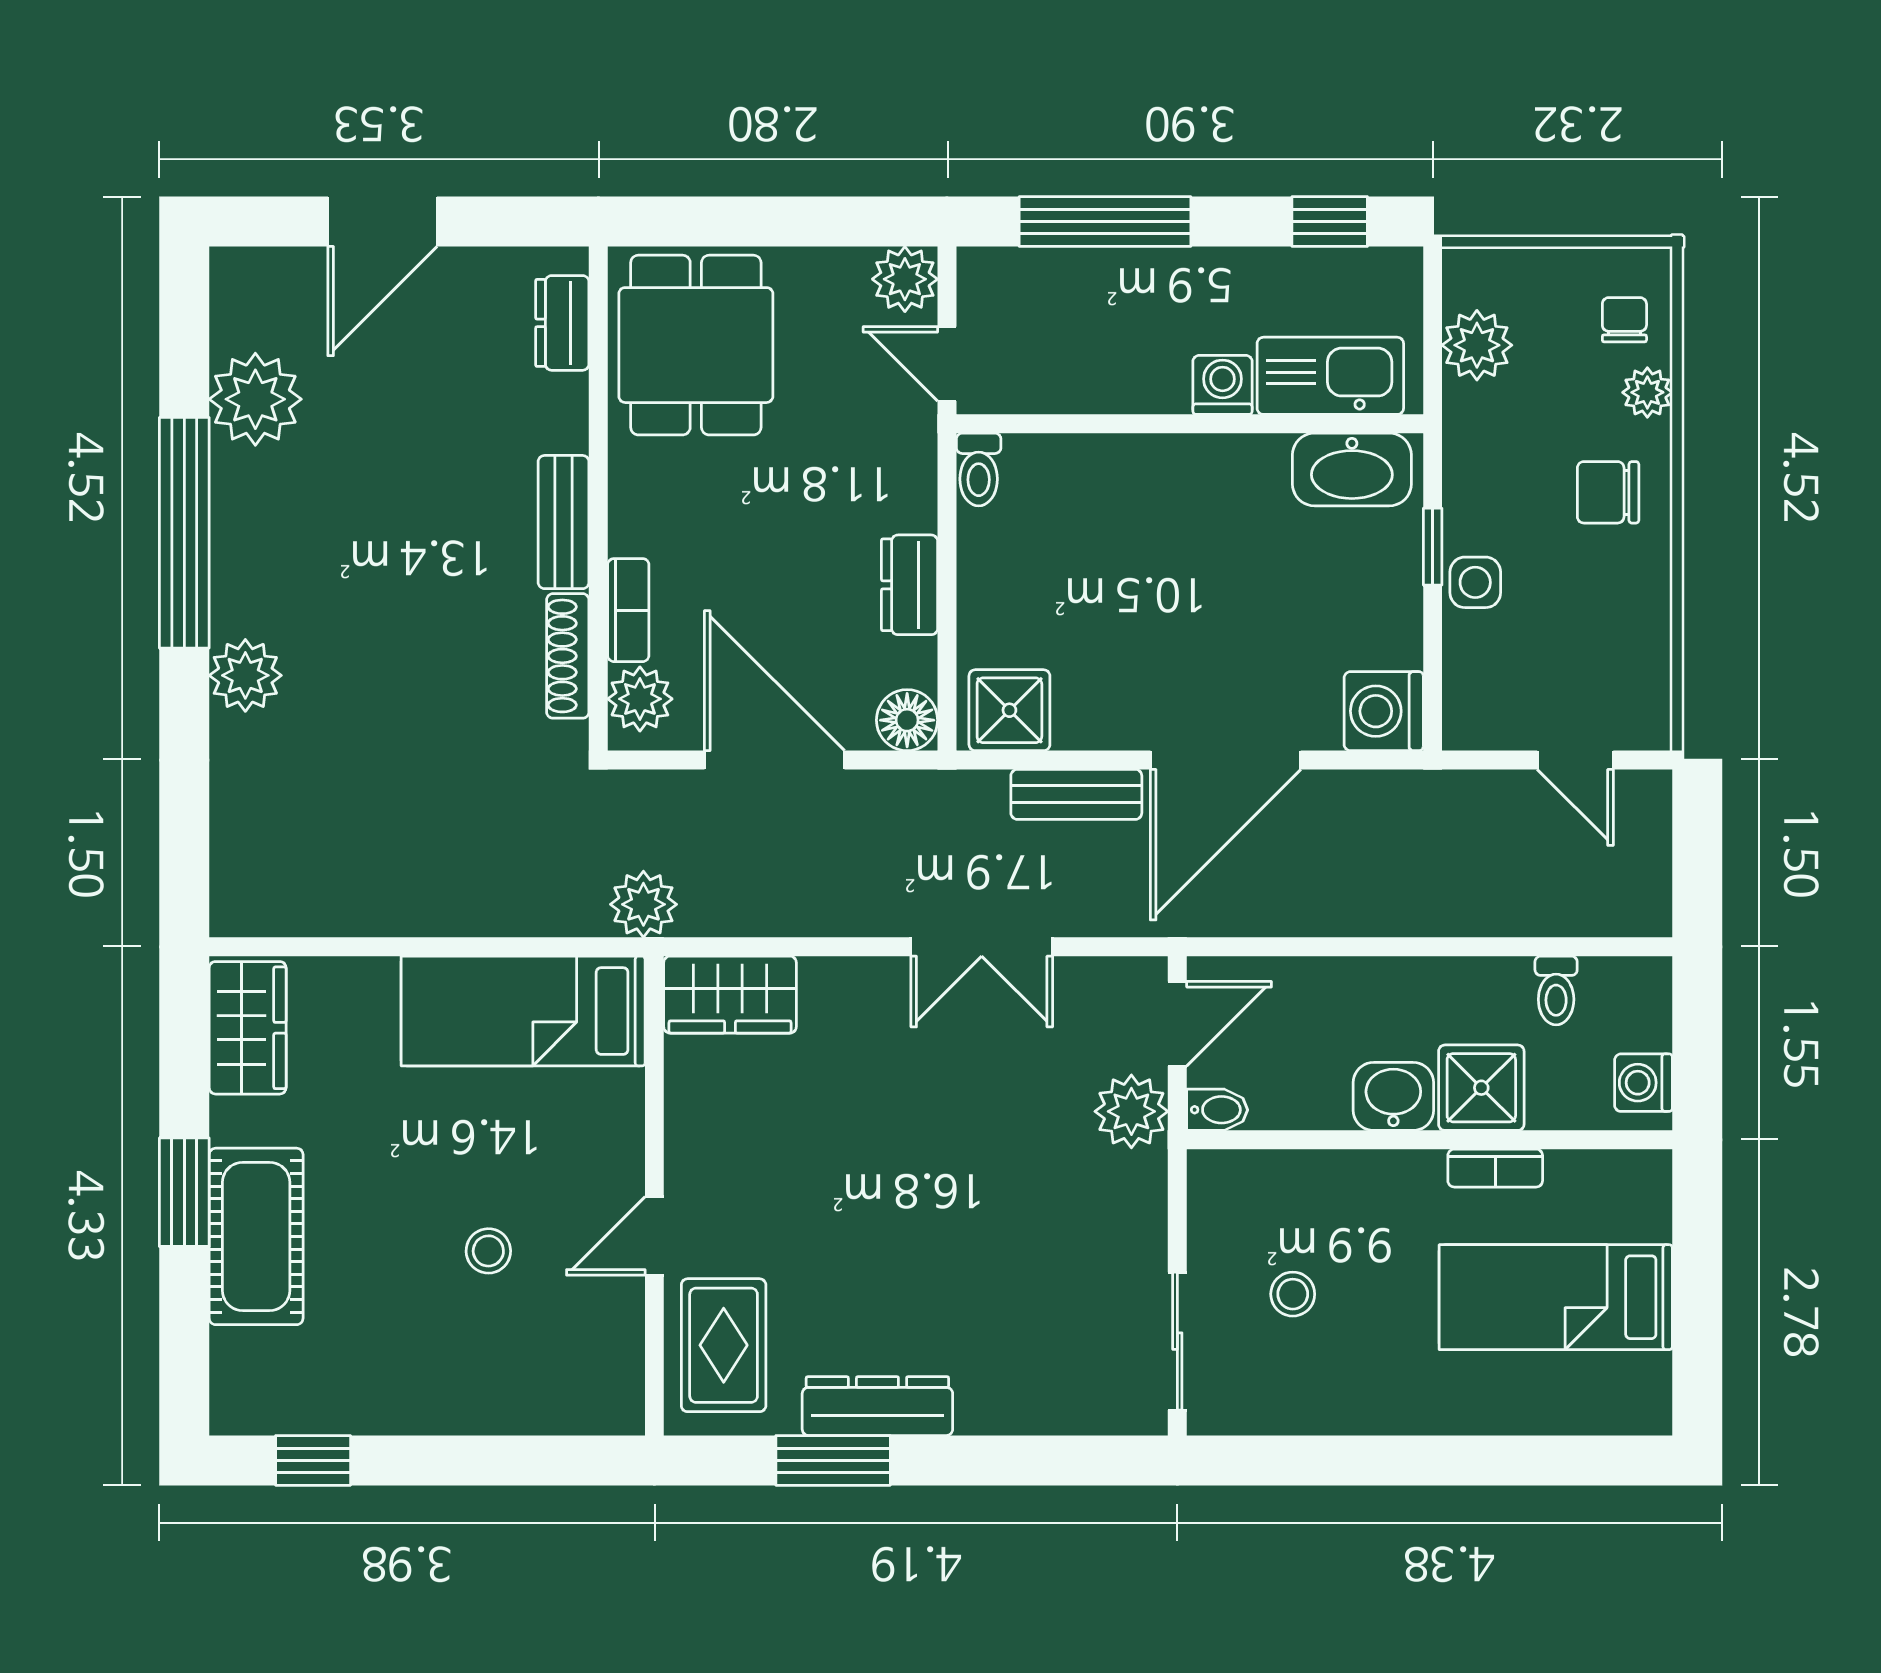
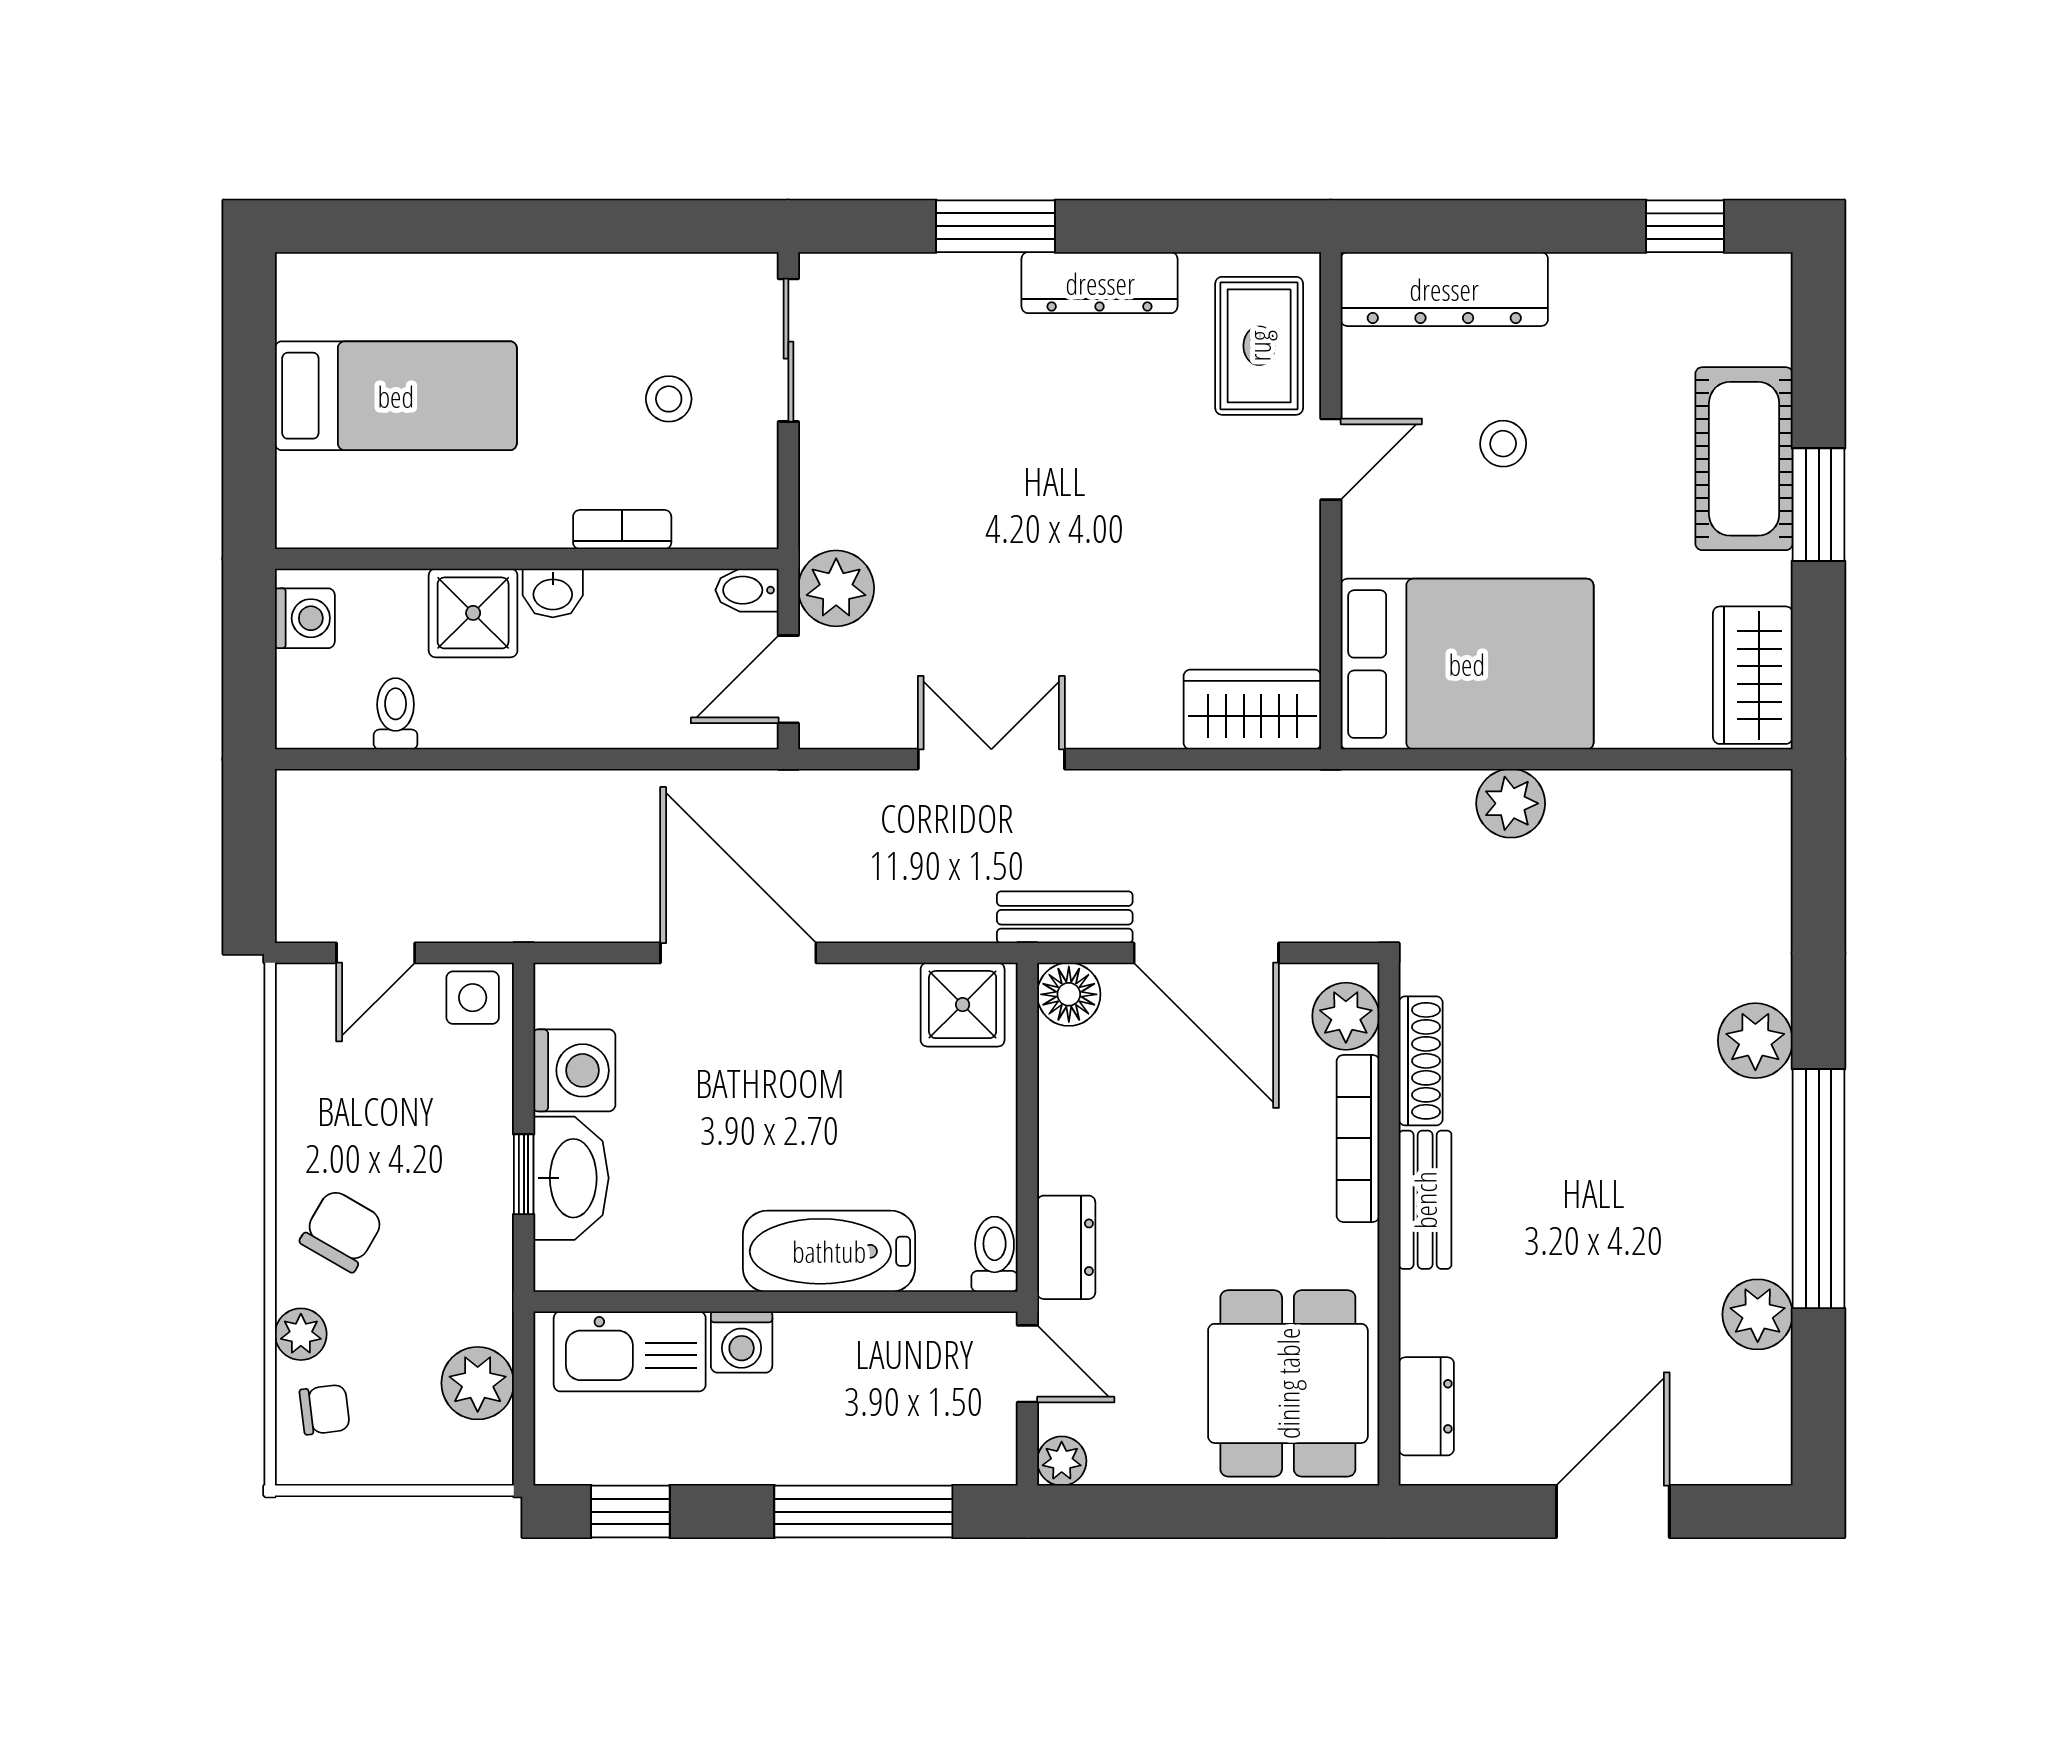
plant: (905, 279) -> (1062, 1461), width x0.73, depth x0.73
chair: (1624, 320) -> (325, 1410), turned -97
plant: (255, 399) -> (1758, 1314), width x0.73, depth x0.73
washbasin: (1352, 469) -> (571, 1178), moved, turned 90
bathtub: (1138, 472) -> (829, 1251), added
chair: (1608, 492) -> (342, 1231), turned -60
side table: (1475, 582) -> (473, 998), moved
dresser: (910, 585) -> (1066, 1247), moved
bookcase: (628, 610) -> (1358, 1138), width x1.56
washing machine: (1384, 711) -> (574, 1070), moved
door: (1226, 760) -> (738, 953), hinge flipped
door: (1575, 760) -> (376, 953), swing flipped
bench: (1076, 794) -> (1065, 917), moved
plant: (643, 904) -> (1511, 803), moved
bed: (523, 1011) -> (1467, 664), width x1.50
washbasin: (1393, 1096) -> (553, 593), width x0.72, depth x0.69
bookcase: (1495, 1168) -> (622, 530), moved
dresser: (545, 1400) -> (1444, 289), added
window: (833, 1460) -> (995, 226), moved

